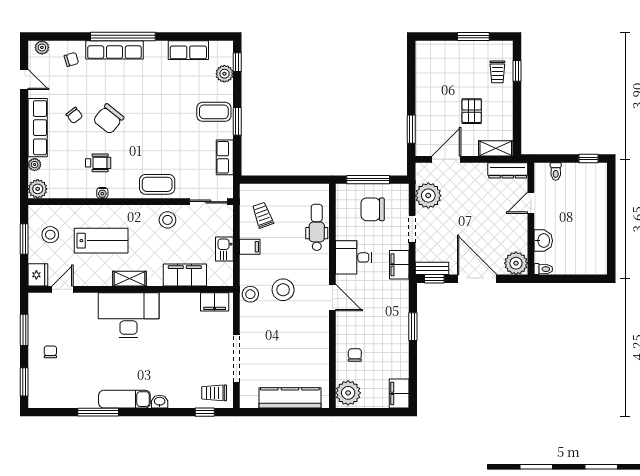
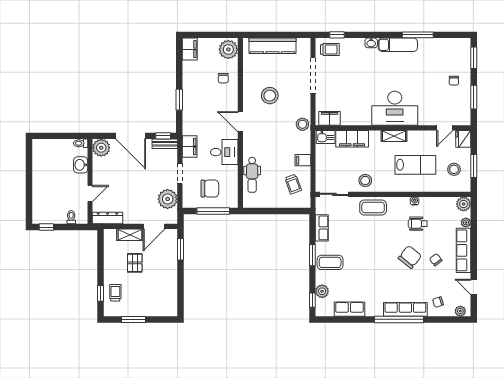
shelving: (496, 148) -> (130, 235), moved
lab bench: (101, 241) -> (415, 165), turned 180
kitchen sink: (224, 249) -> (326, 137), moved, turned 90
stool: (283, 290) -> (270, 96), moved

